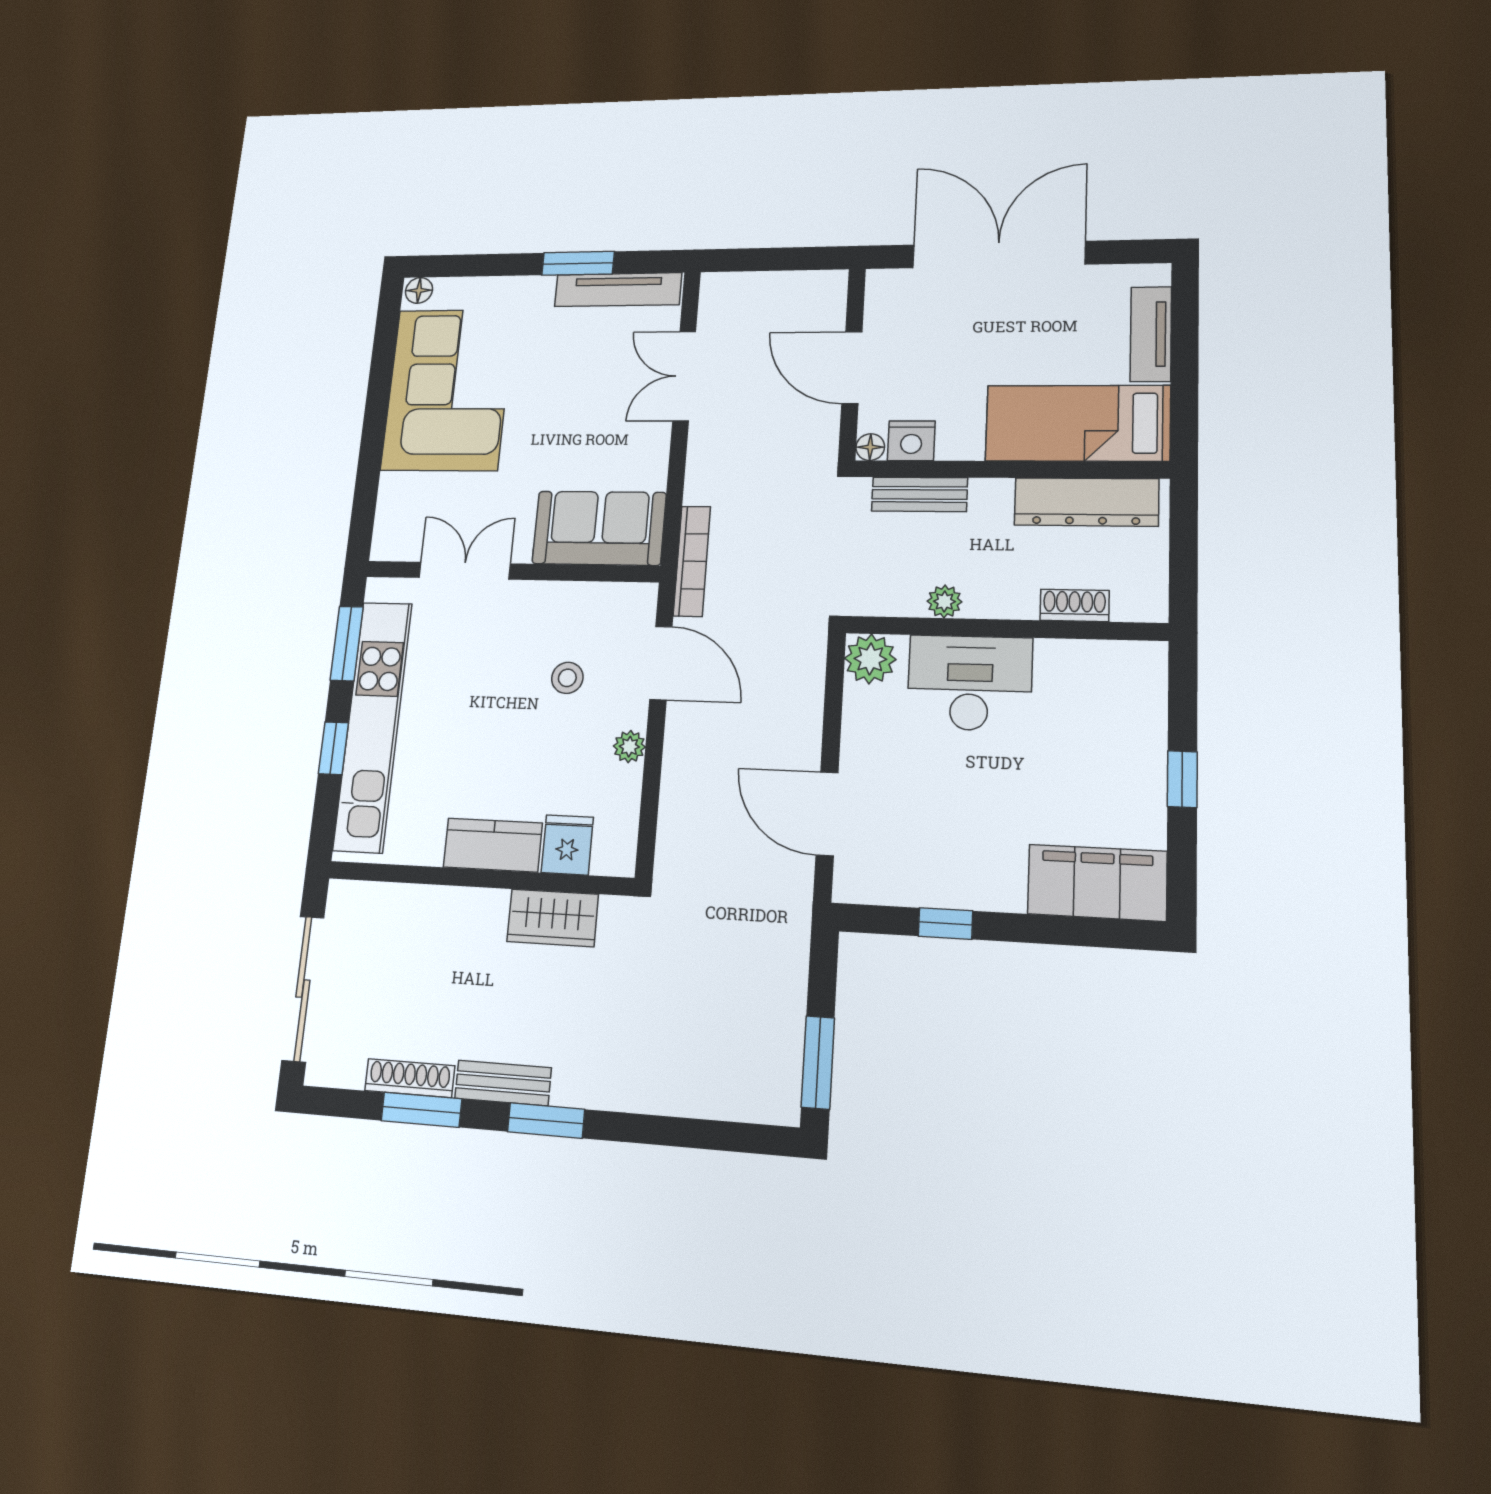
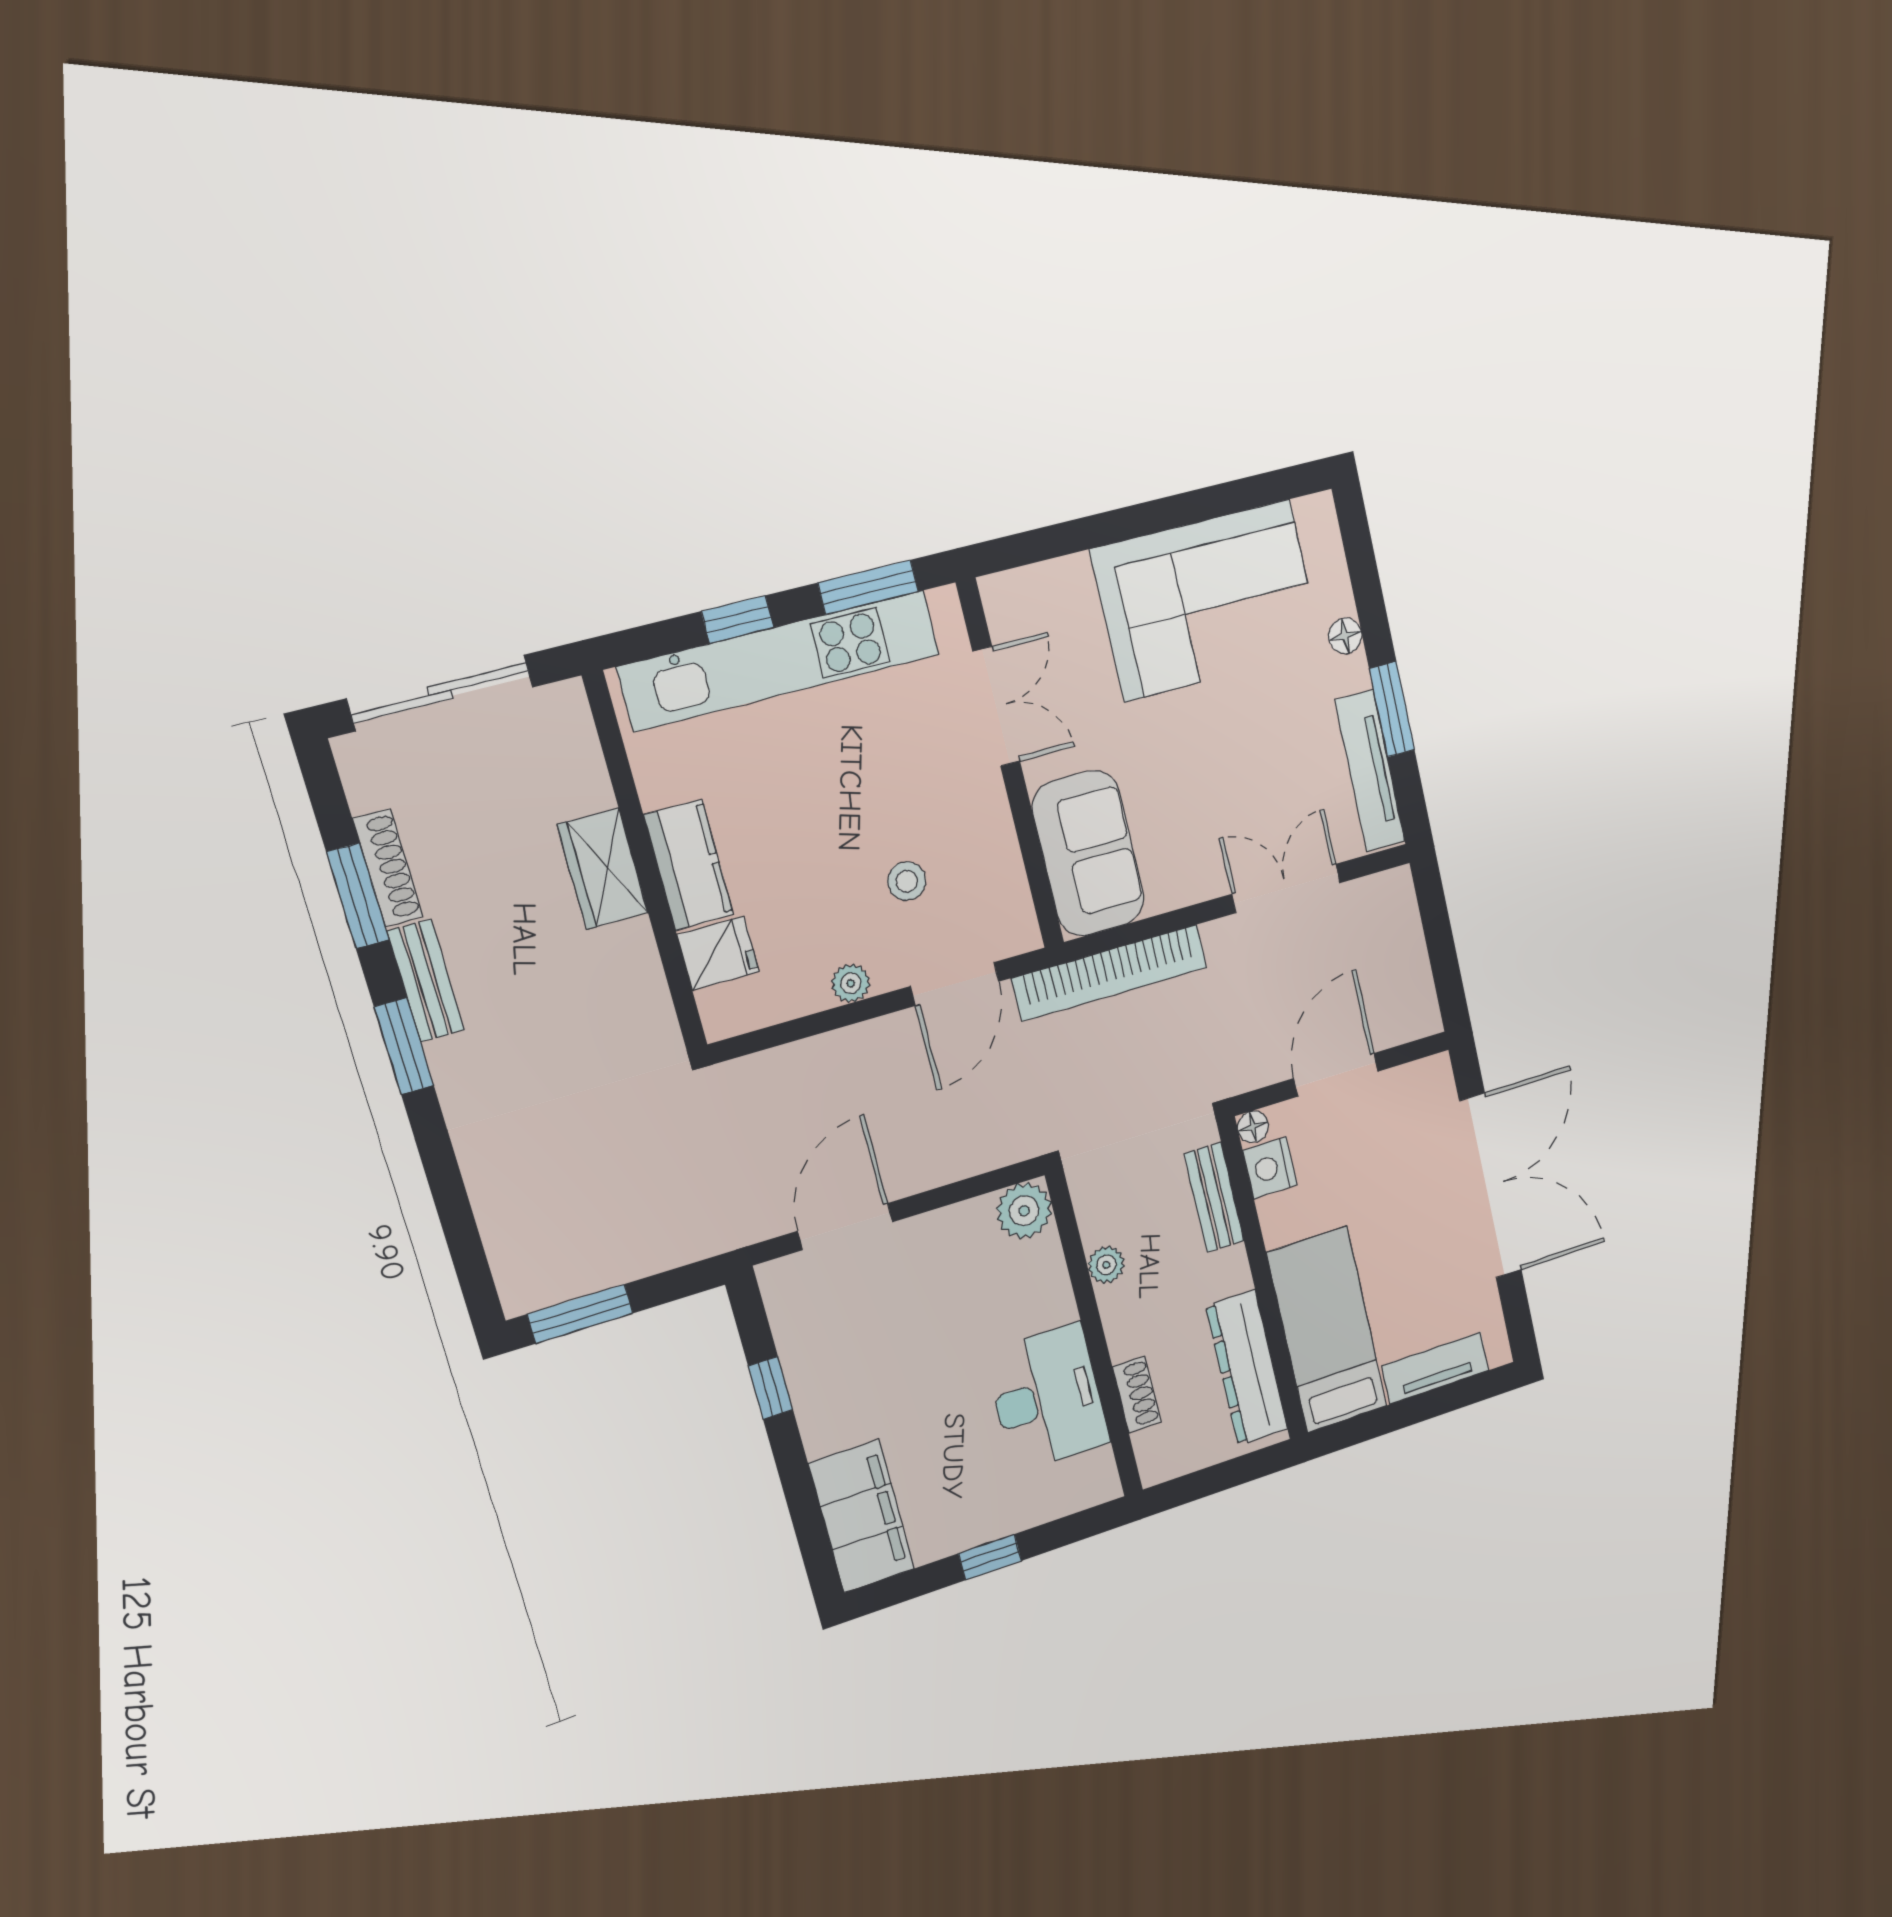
floor lamp: (419, 290) -> (1345, 636), moved
bookcase: (692, 561) -> (1110, 973), width x1.48, depth x1.31
desk: (970, 683) -> (1047, 1398), moved
wardrobe: (553, 918) -> (603, 869), moved

